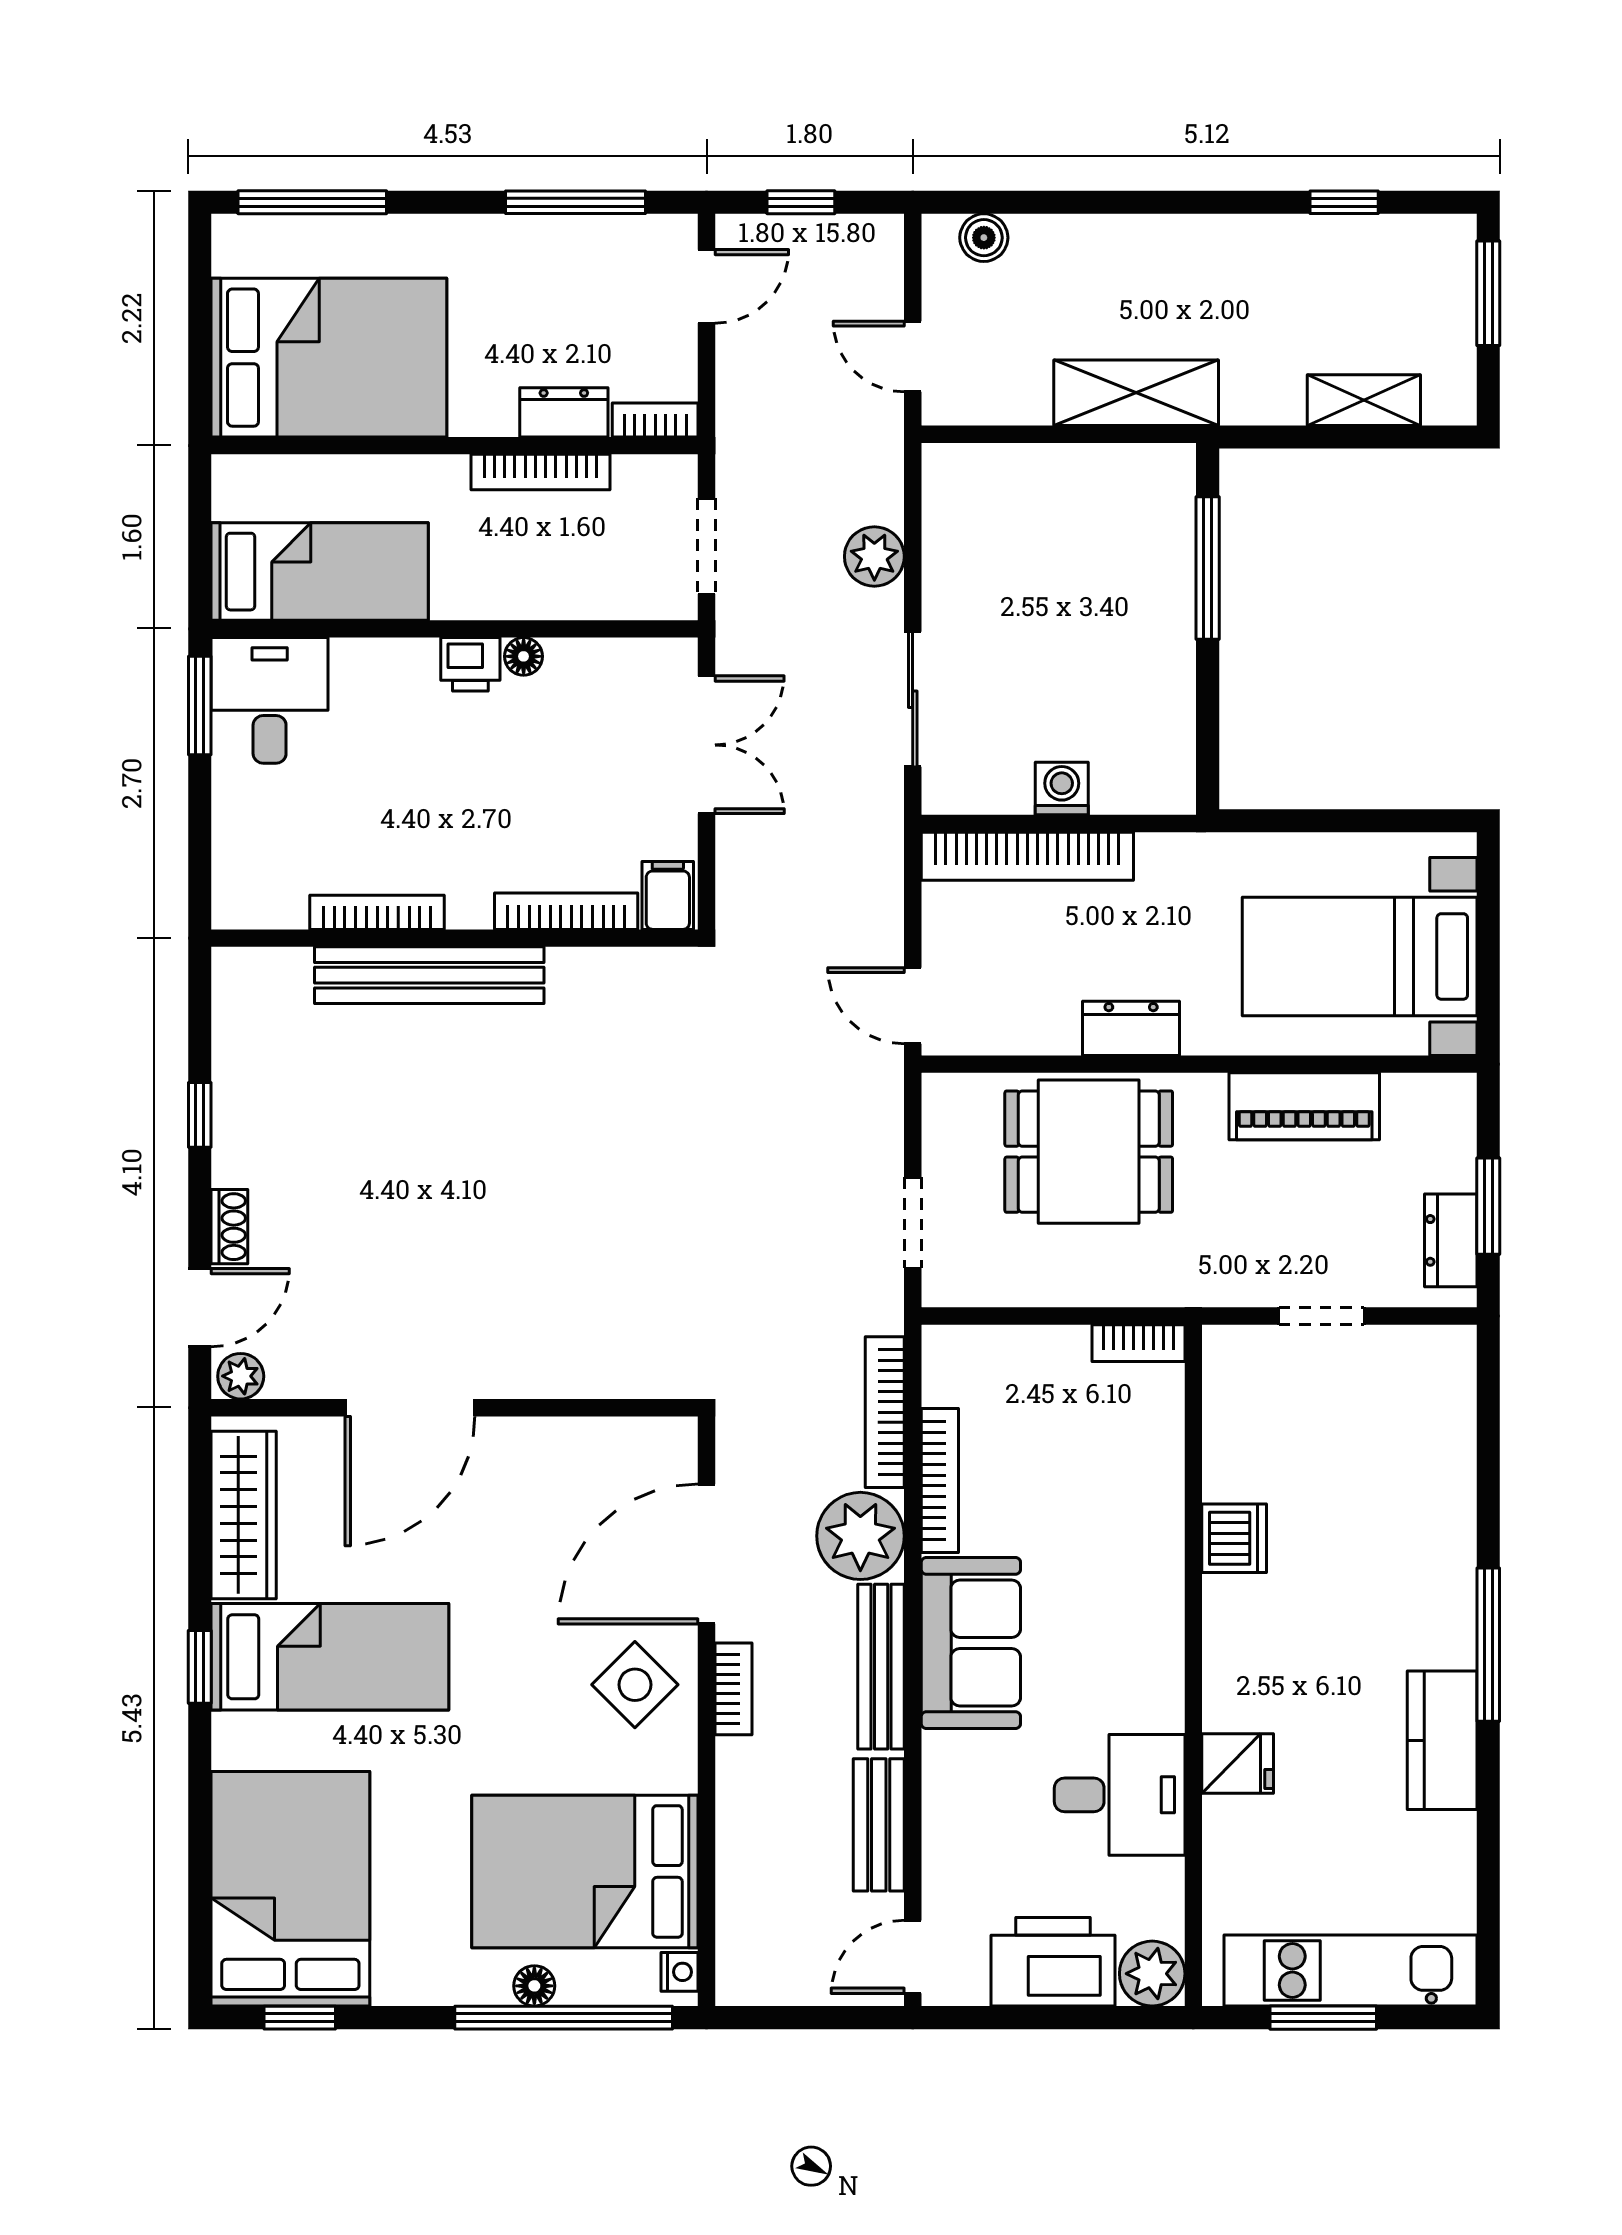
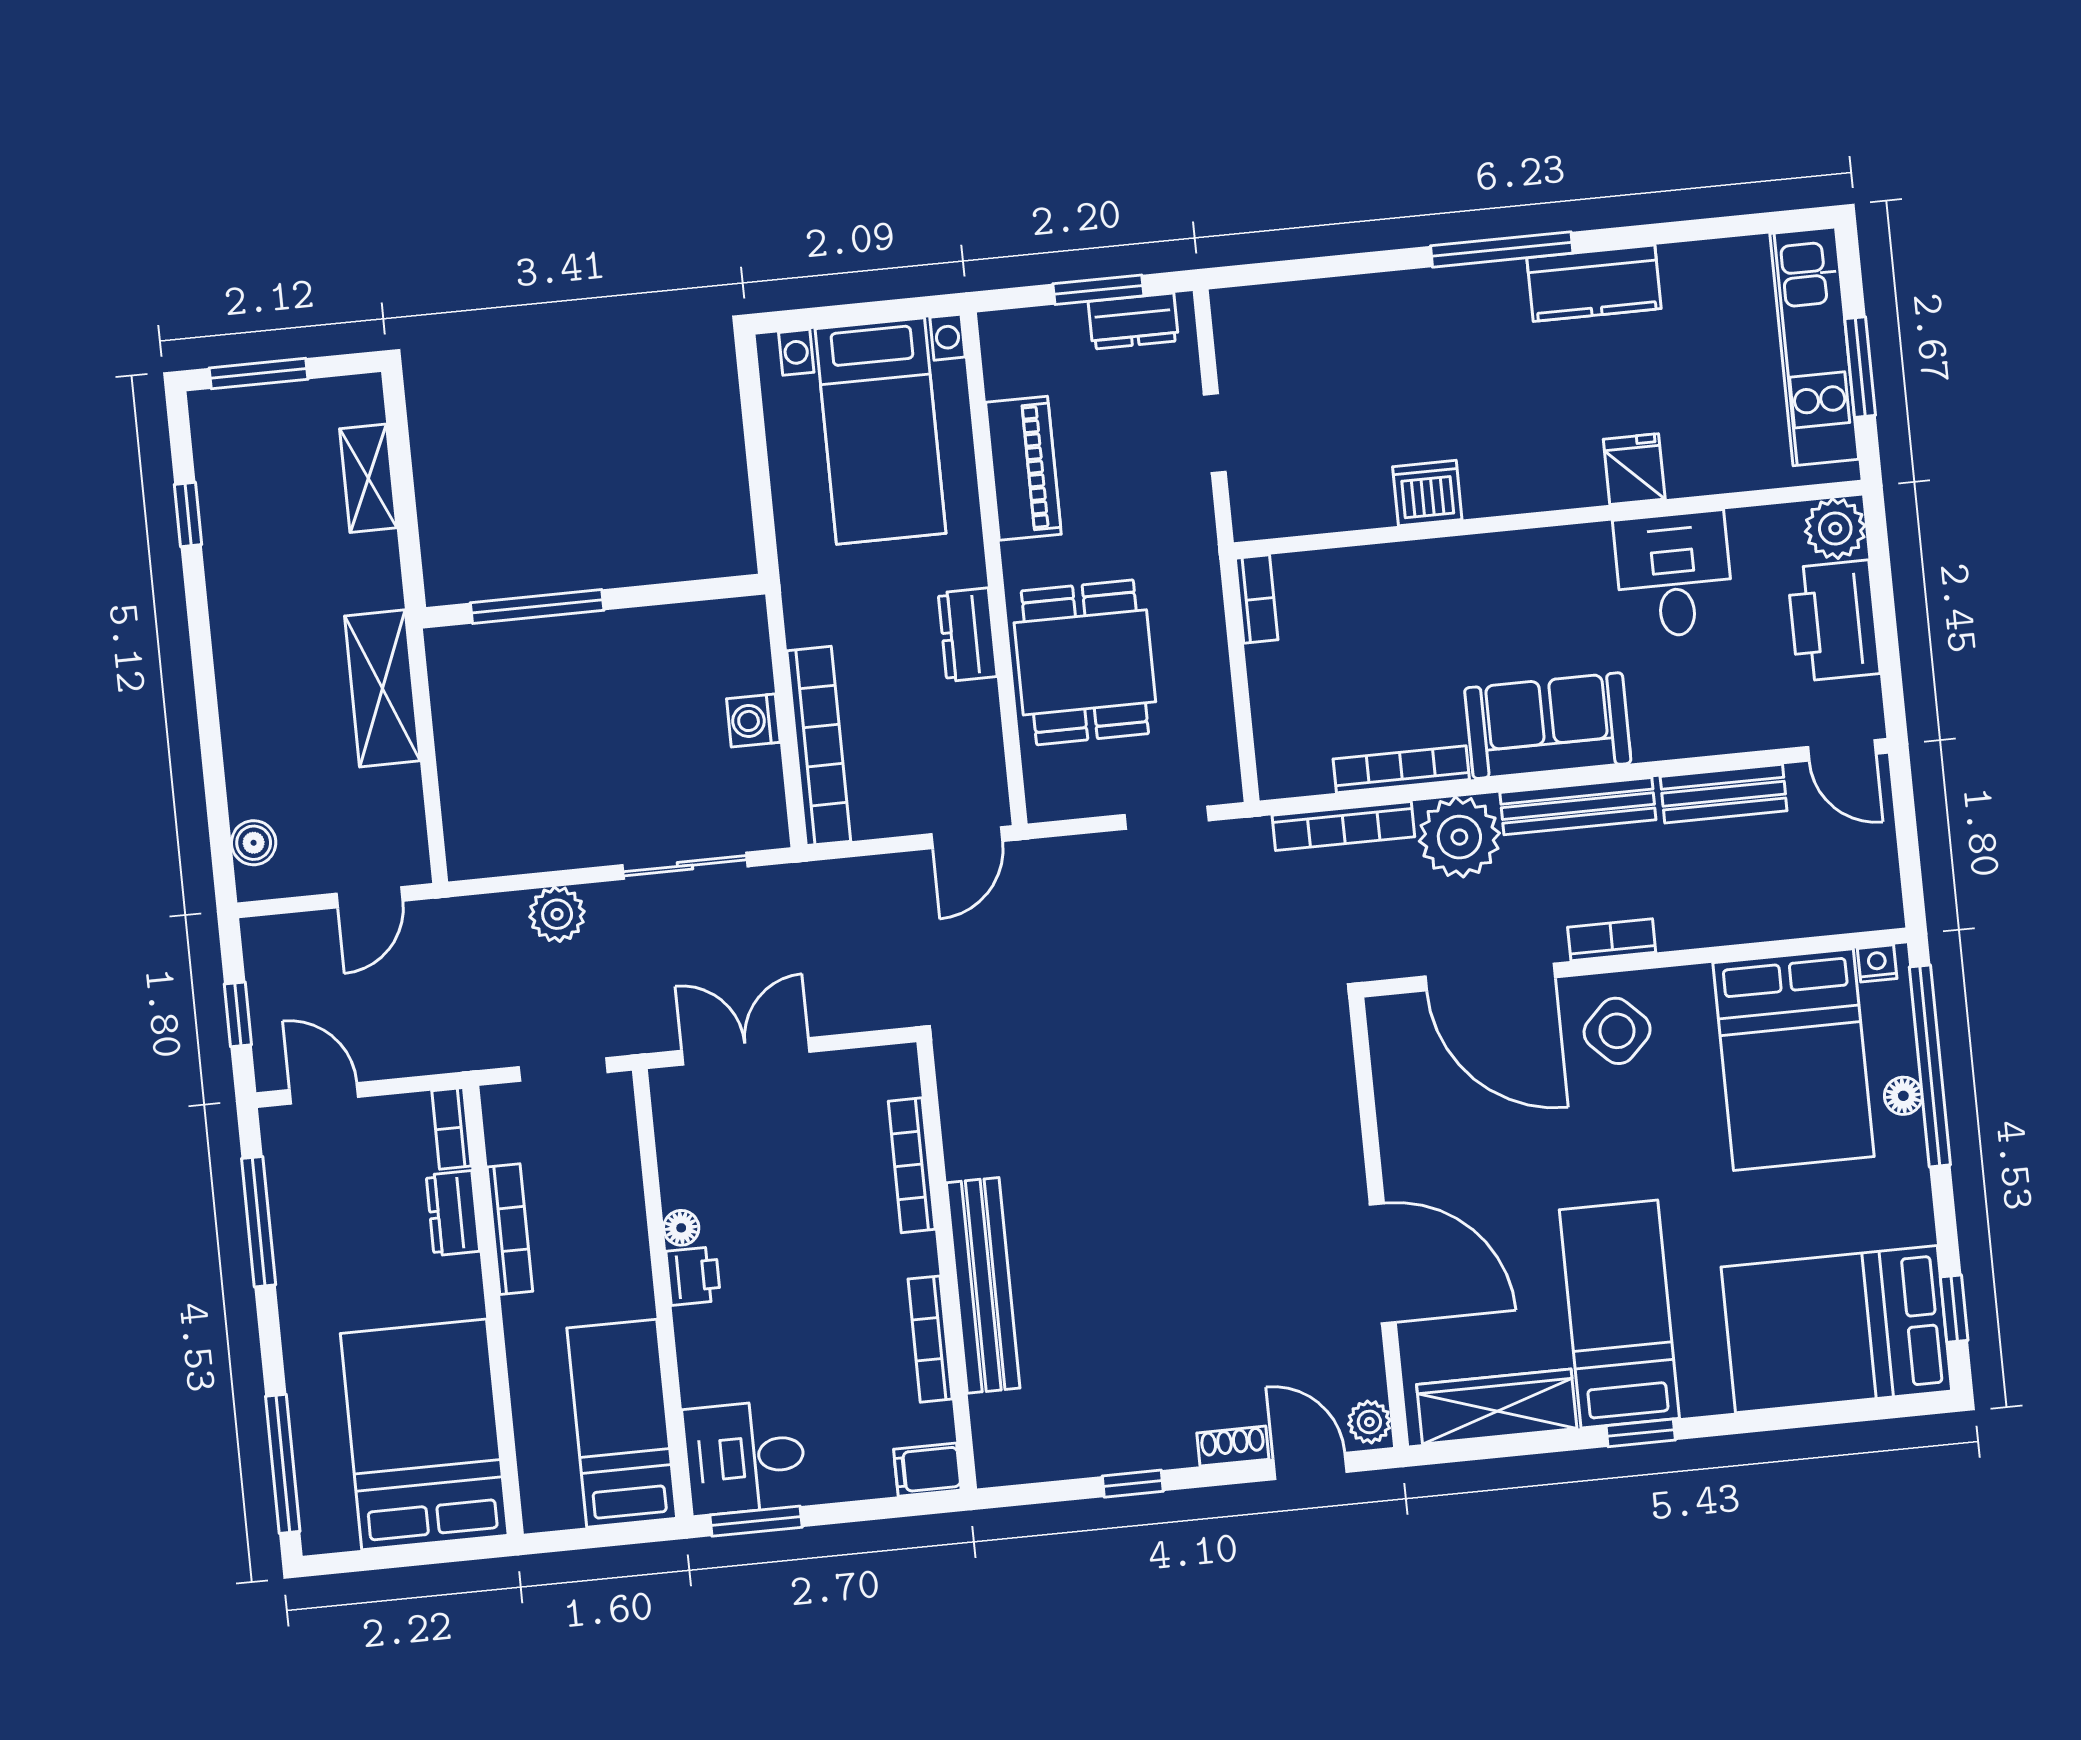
filing cabinet: (668, 895) -> (927, 1470), moved

